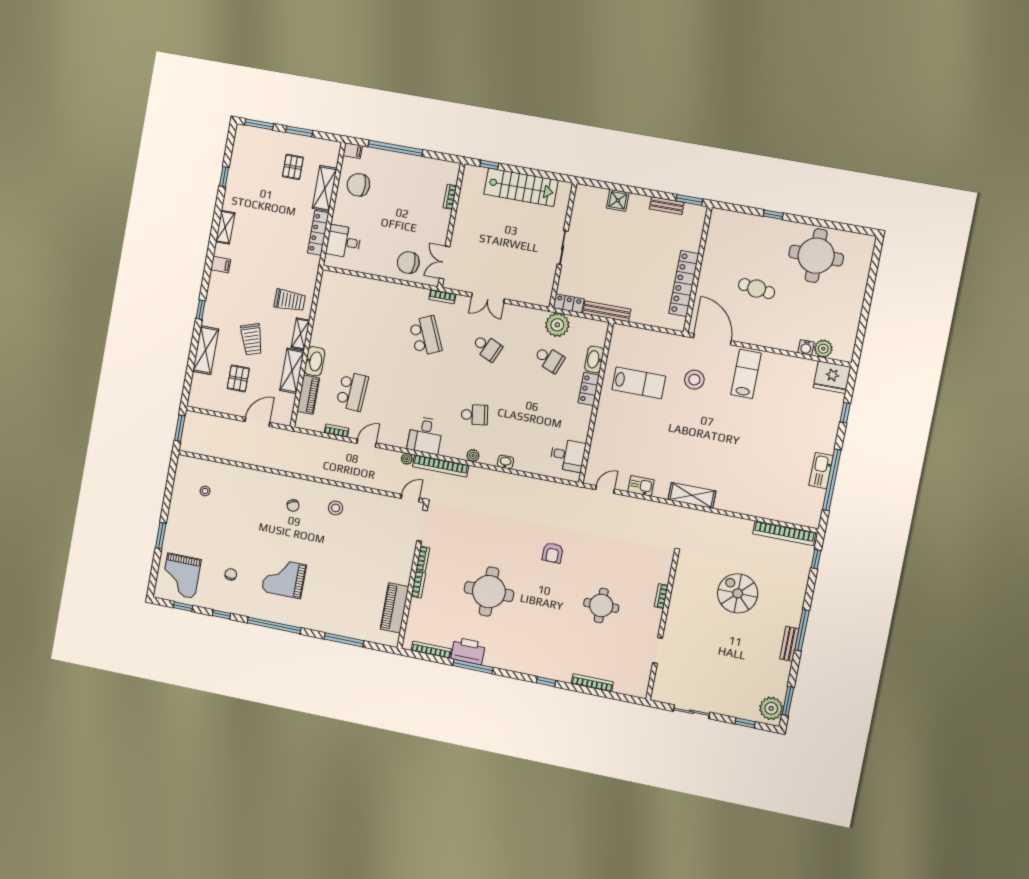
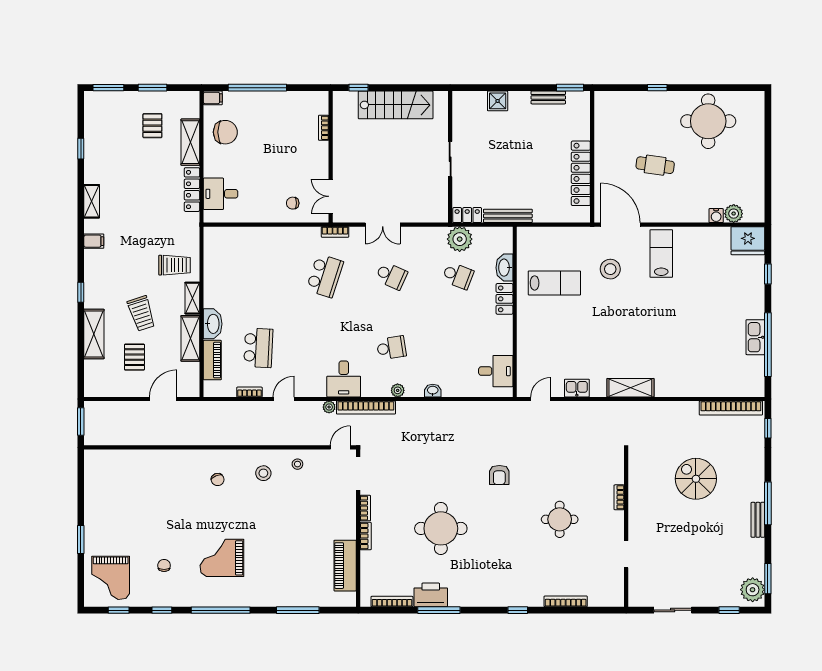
chair: (358, 185) -> (225, 132), turned 180
chair: (408, 262) -> (293, 203), width x0.54, depth x0.54
school desk: (425, 336) -> (325, 276), turned 42
stool: (205, 491) -> (297, 464), moved

